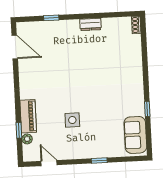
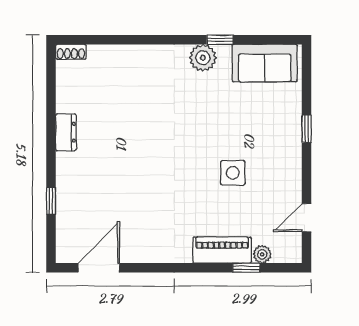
plant: (137, 100) -> (203, 58), added

